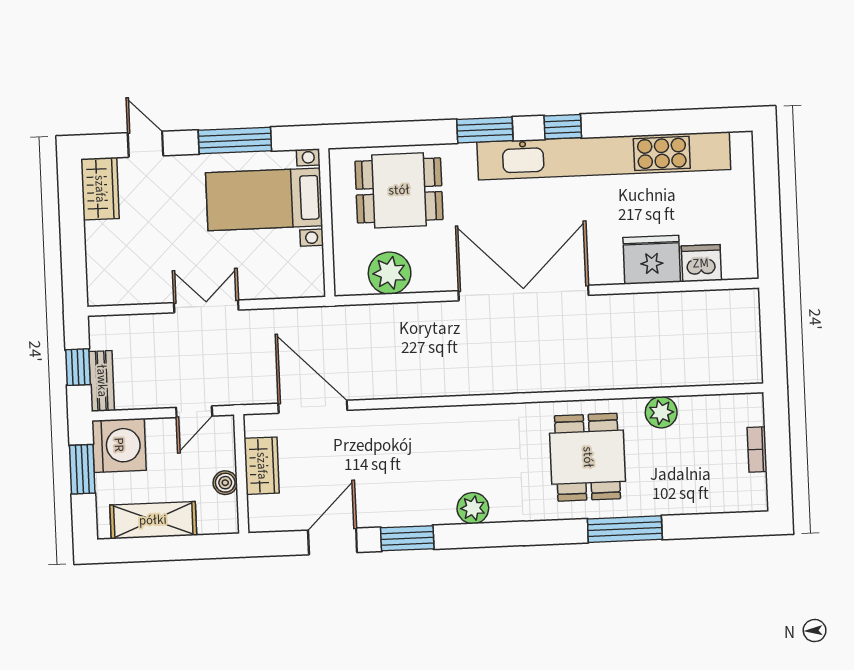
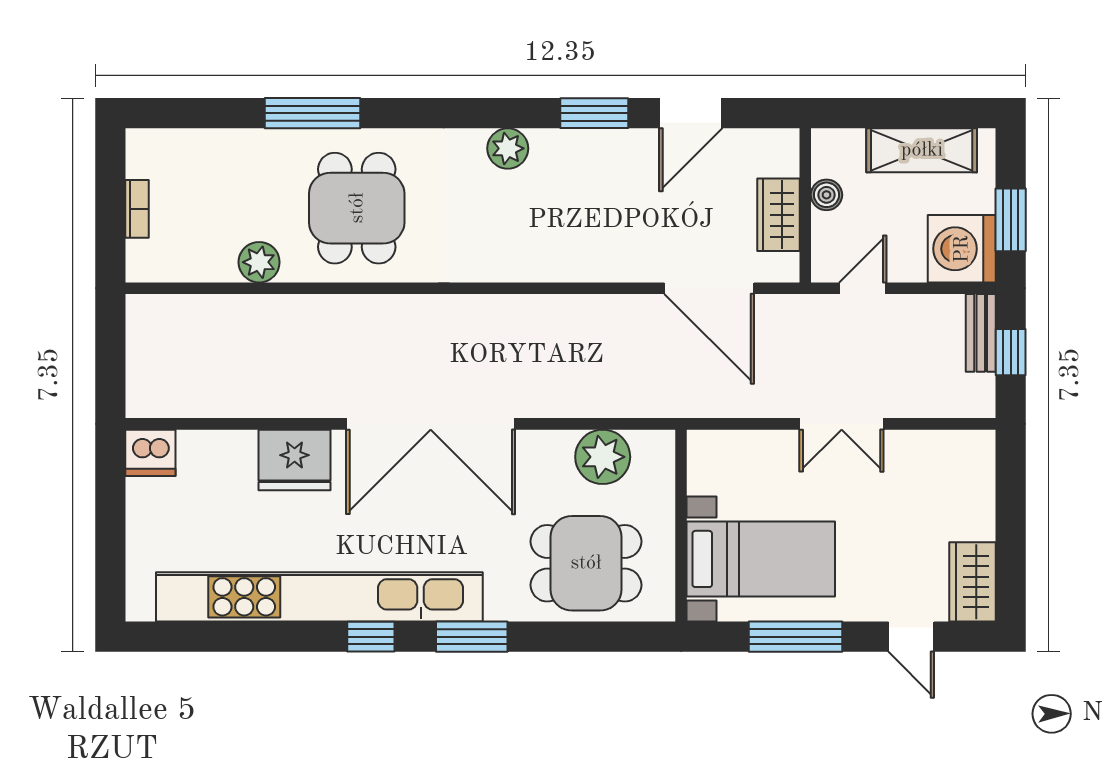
fridge: (652, 260) -> (295, 460), moved
dishwasher: (701, 263) -> (150, 453), moved

